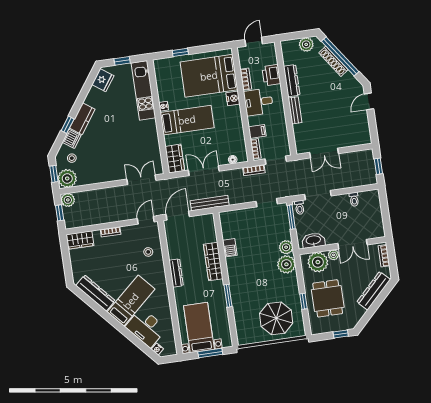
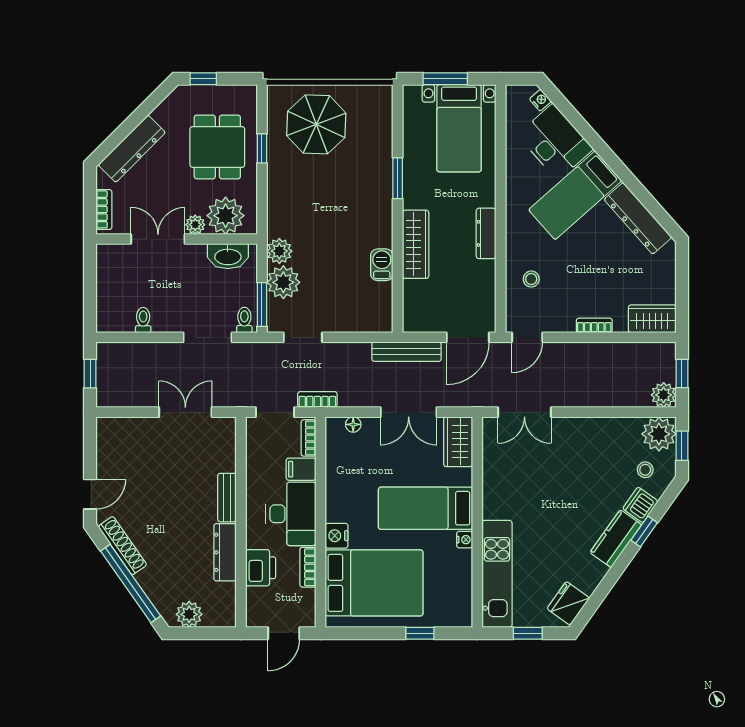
shoe rack: (333, 61) -> (122, 546), moved
desk: (259, 102) -> (291, 514), width x1.37
plant: (286, 264) -> (283, 282), moved

